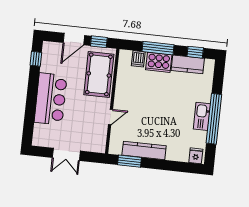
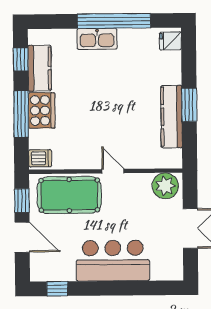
dishwasher: (138, 59) -> (40, 158), moved
kitchen sink: (202, 116) -> (97, 39), moved
door: (110, 117) -> (113, 171), moved
plant: (97, 141) -> (165, 186), added
window: (130, 161) -> (189, 105), moved

